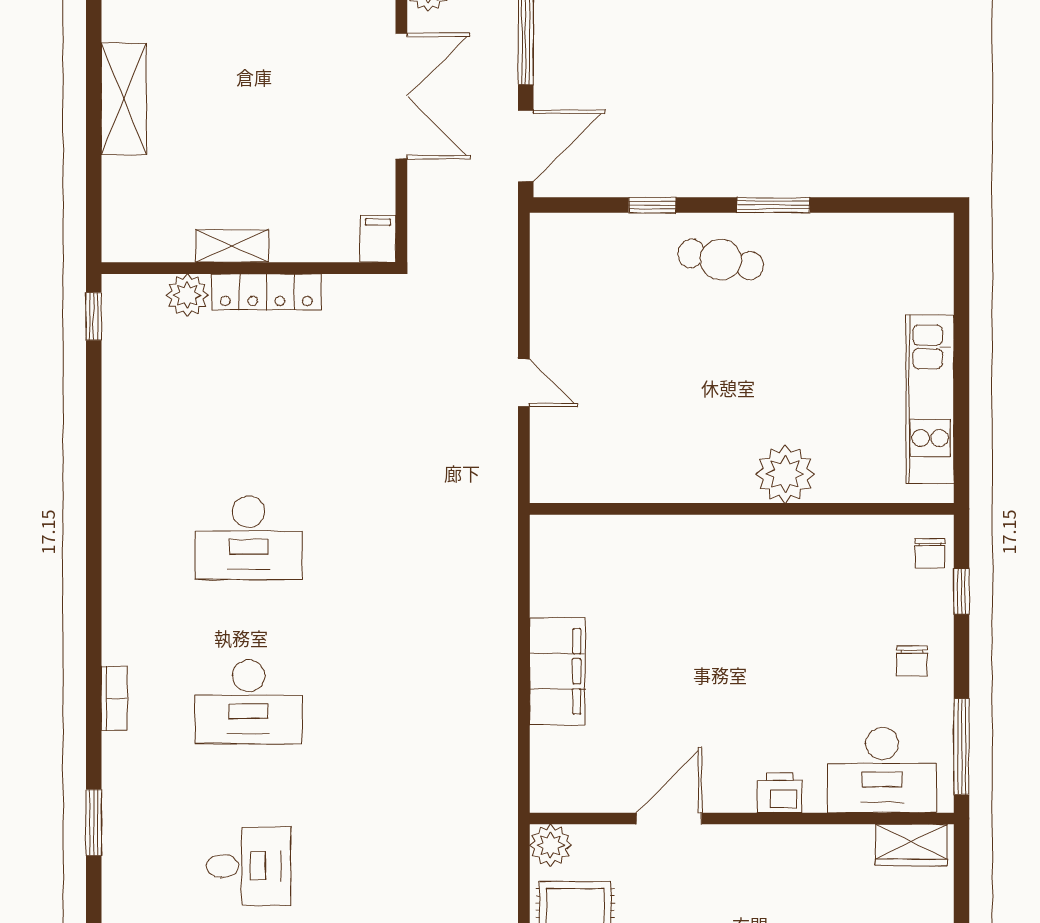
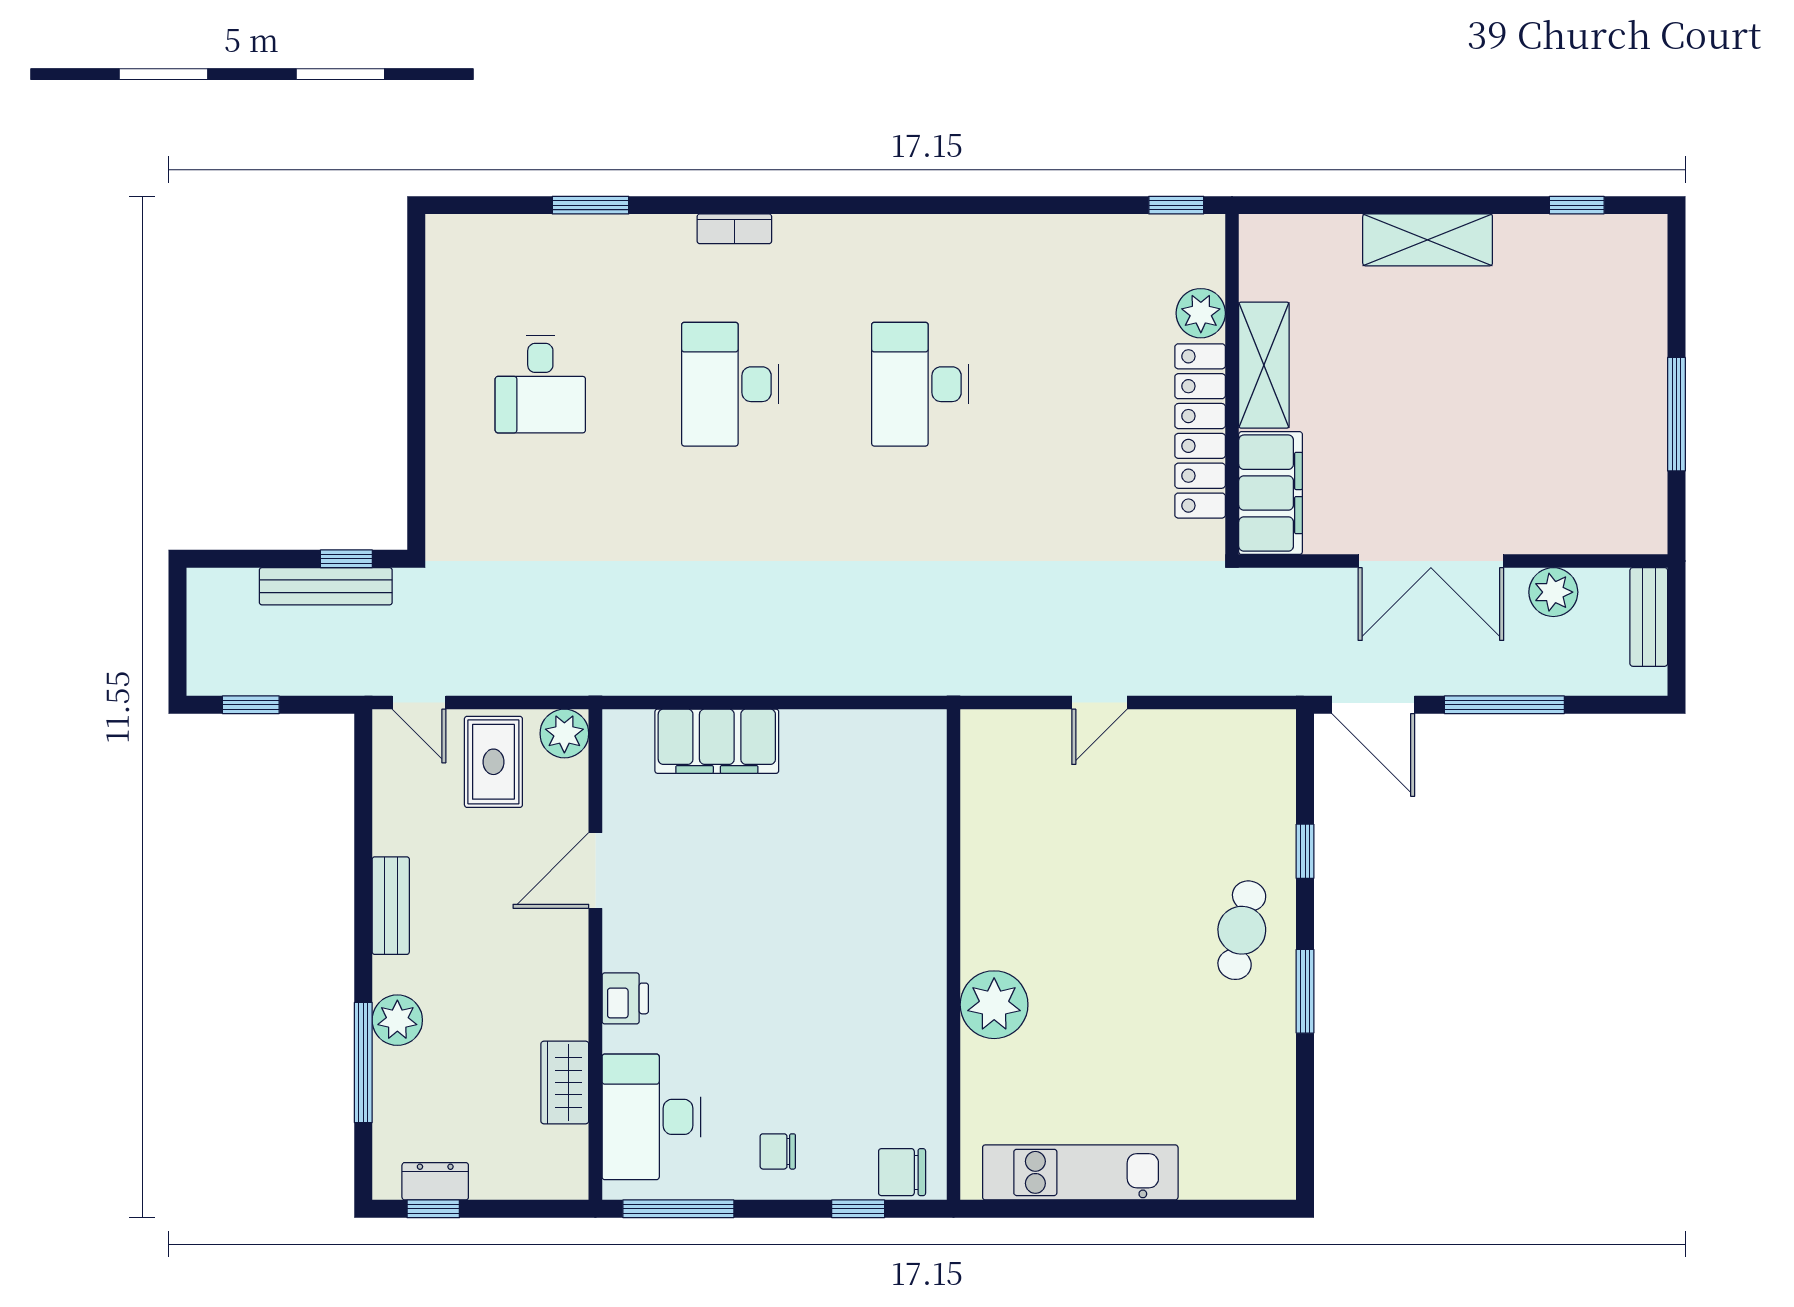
filing cabinet: (378, 239) -> (1271, 493), width x3.00, depth x1.17
shelving: (232, 246) -> (1264, 365), width x1.50, depth x1.33
locker: (266, 292) -> (1200, 431), width x1.41, depth x1.21
chair: (930, 553) -> (902, 1172), width x1.37, depth x1.37
filing cabinet: (557, 671) -> (717, 741), moved
door: (669, 819) -> (595, 870), swing flipped
wardrobe: (911, 845) -> (565, 1082), moved

